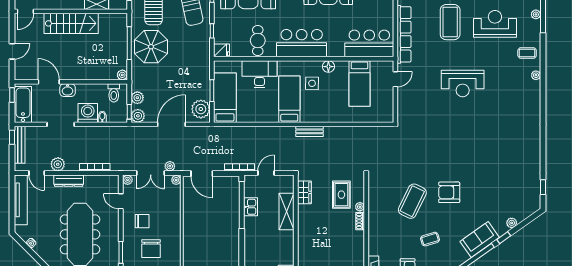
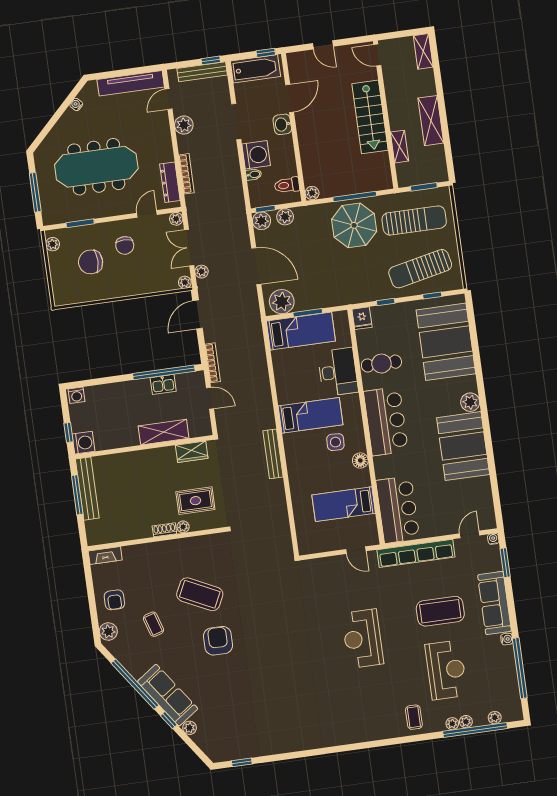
plant: (536, 75) -> (452, 724), moved
bench: (309, 131) -> (273, 454), width x1.36
dresser: (69, 181) -> (170, 182), moved
sofa: (480, 239) -> (168, 695), width x1.36

